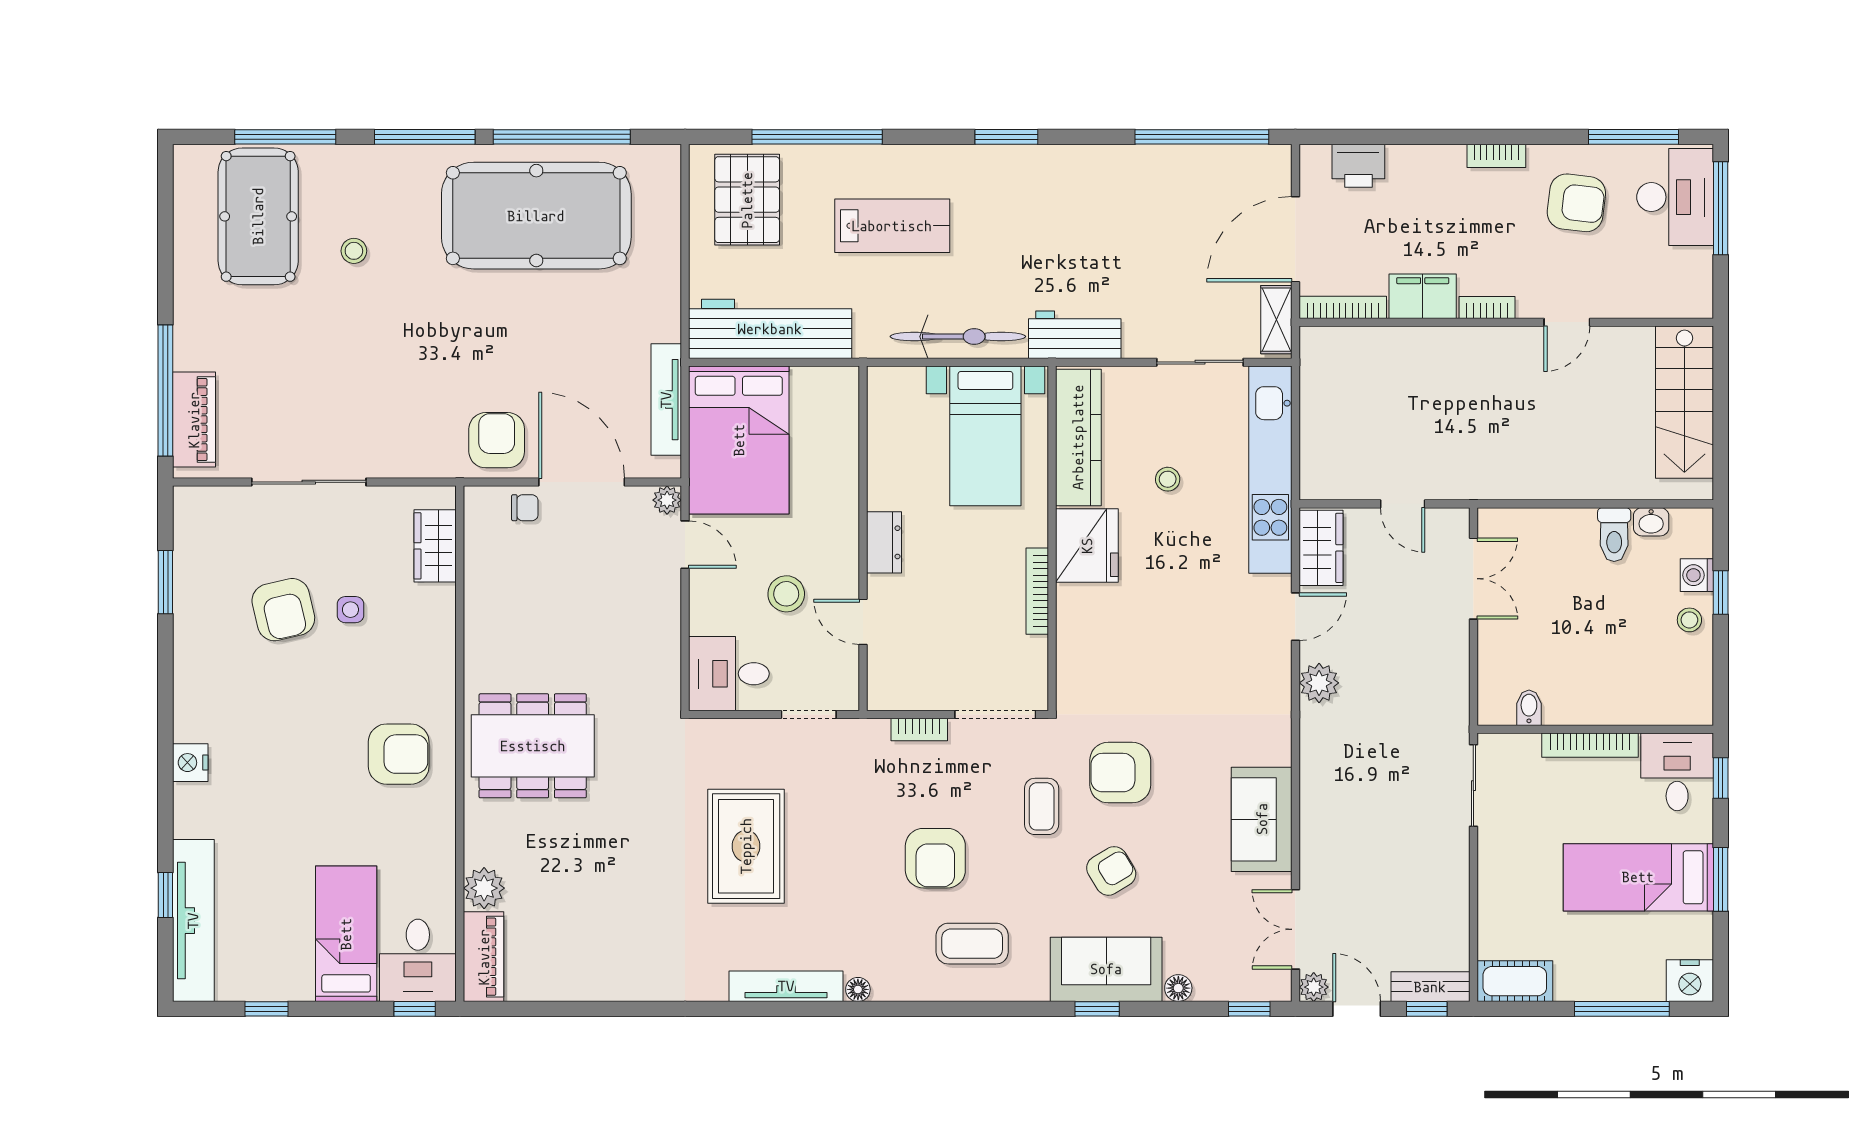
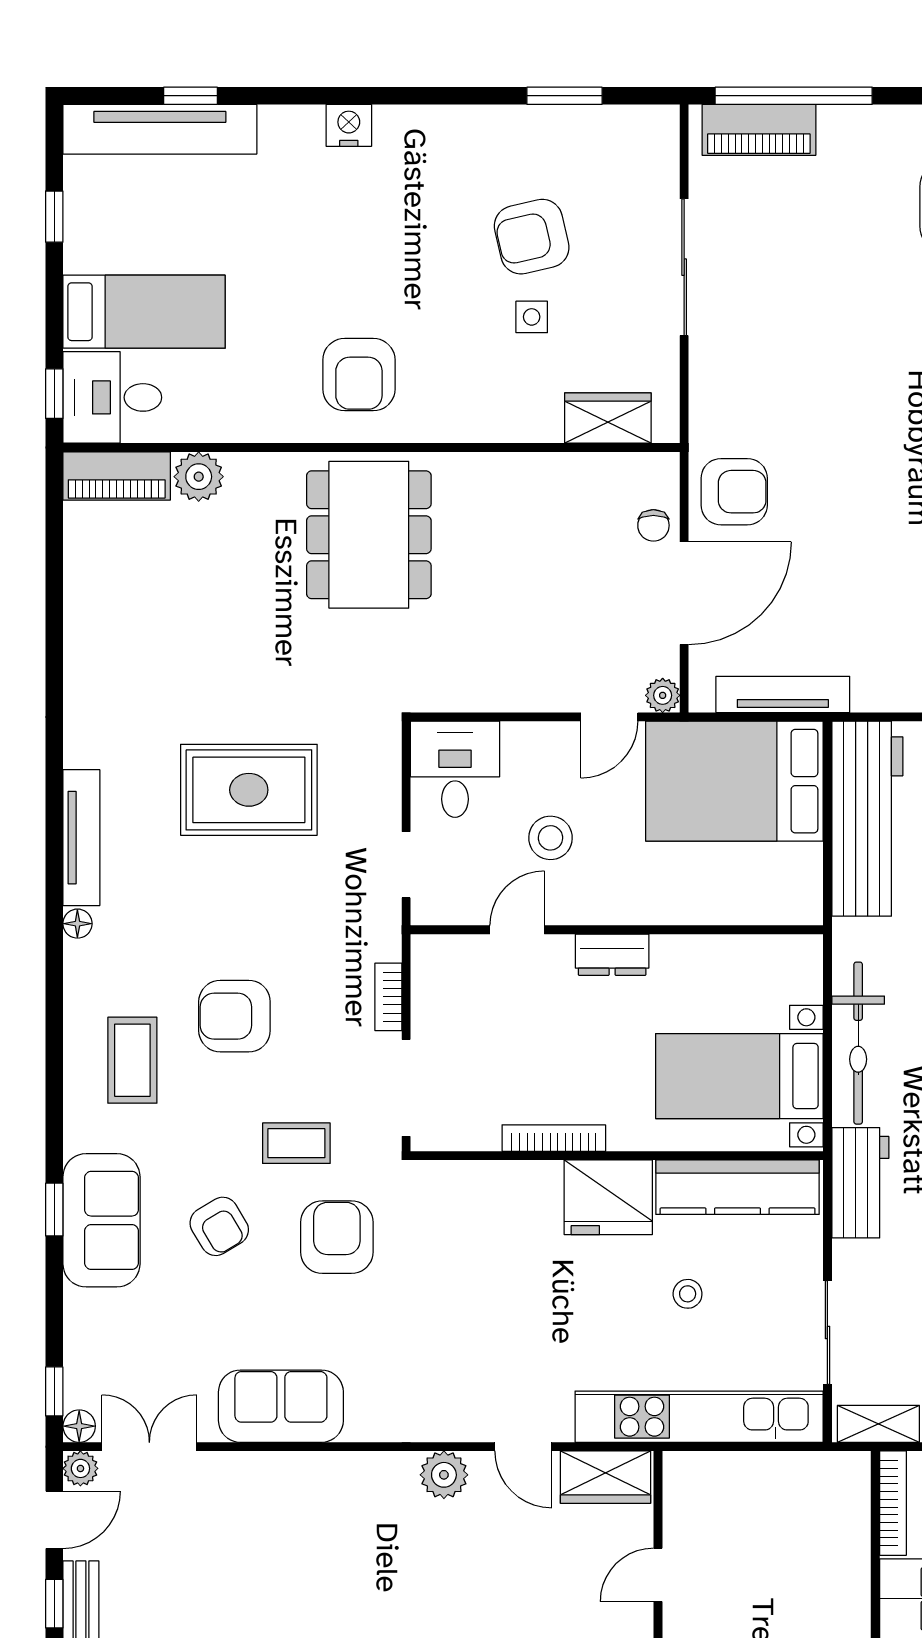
floor lamp: (1178, 988) -> (79, 1426), moved

